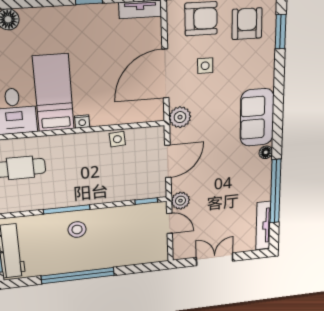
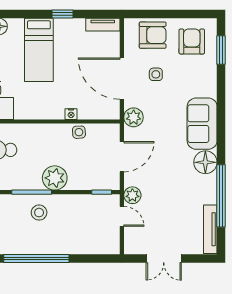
door: (165, 74) -> (122, 79), hinge flipped
bed: (54, 93) -> (39, 50), moved, turned 180
nightstand: (82, 122) -> (71, 114), moved
floor lamp: (266, 152) -> (205, 162), width x1.89, depth x1.89
plant: (92, 192) -> (55, 178), added
double door: (215, 259) -> (164, 258), swing flipped

